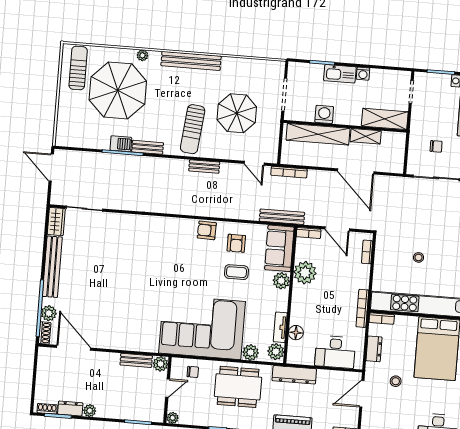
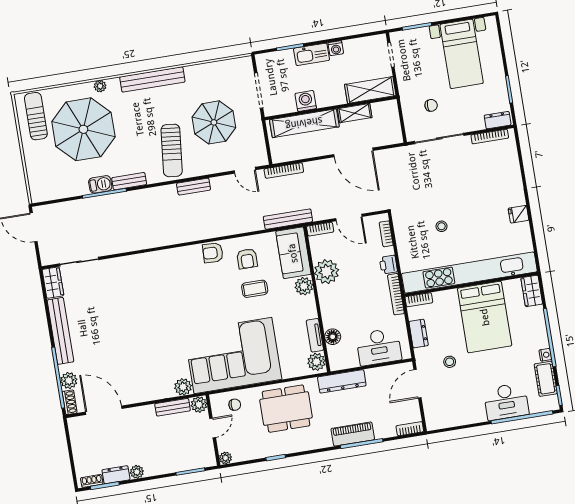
printer: (362, 280) -> (388, 265), added
plant: (251, 352) -> (183, 387), moved

